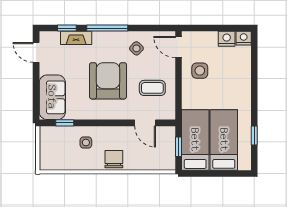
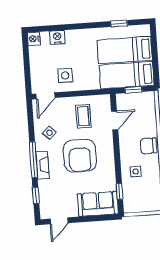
fireplace: (76, 38) -> (42, 165), moved
nightstand: (227, 39) -> (57, 37), moved, turned 90
armchair: (108, 81) -> (80, 156), turned -90

